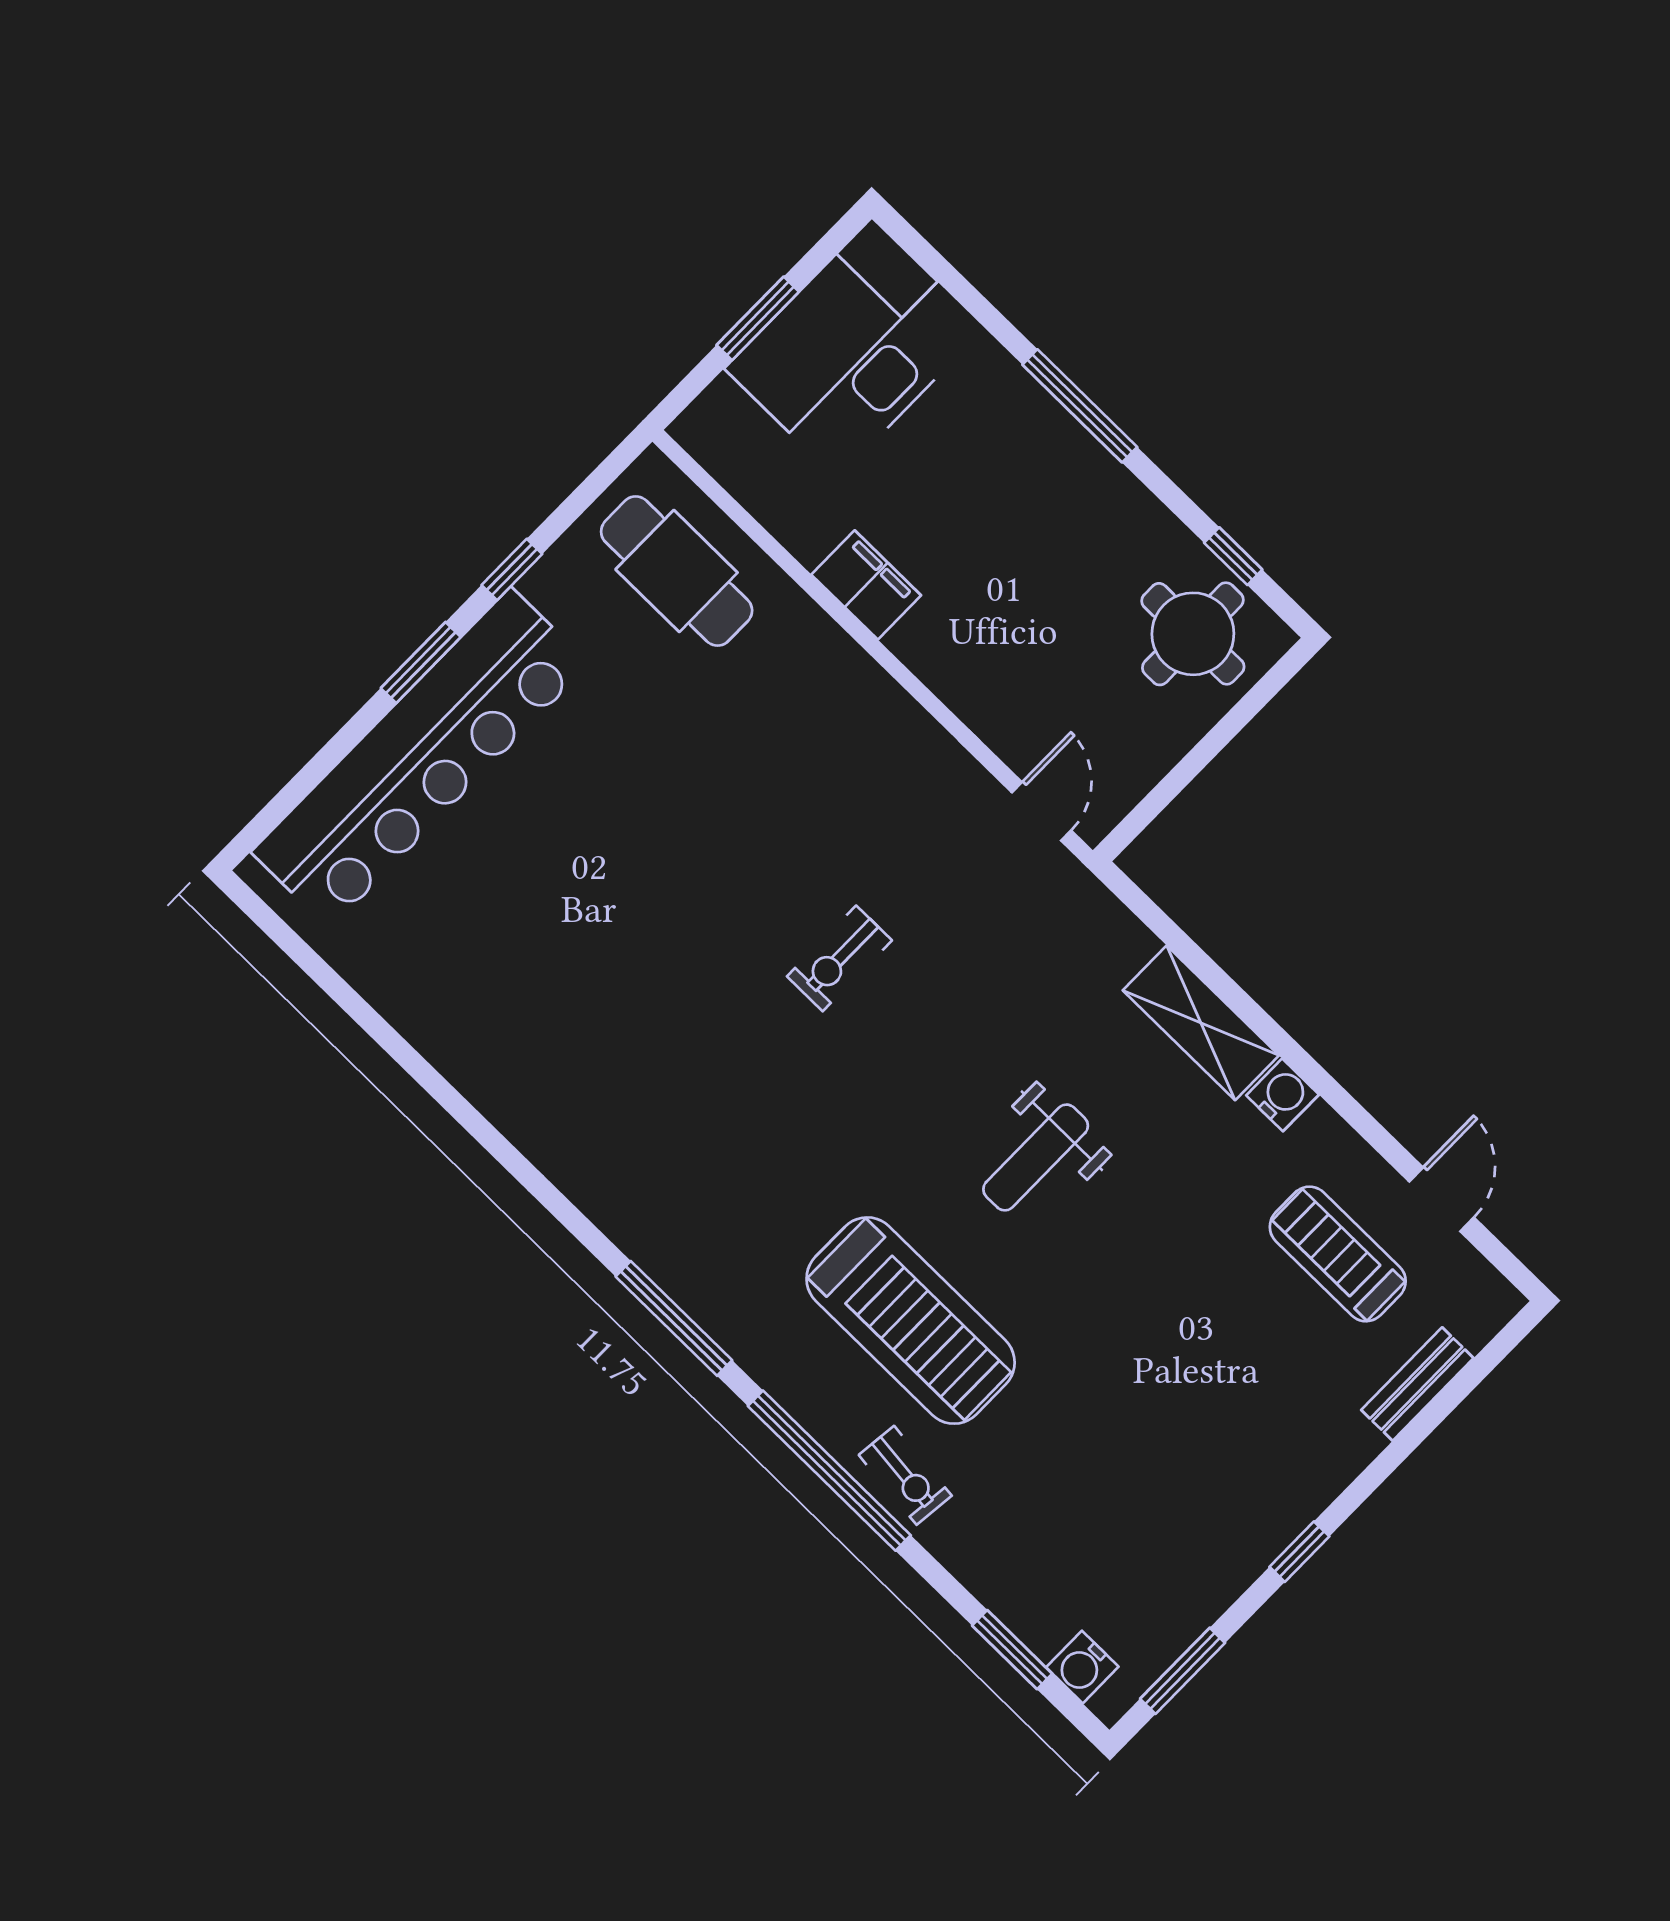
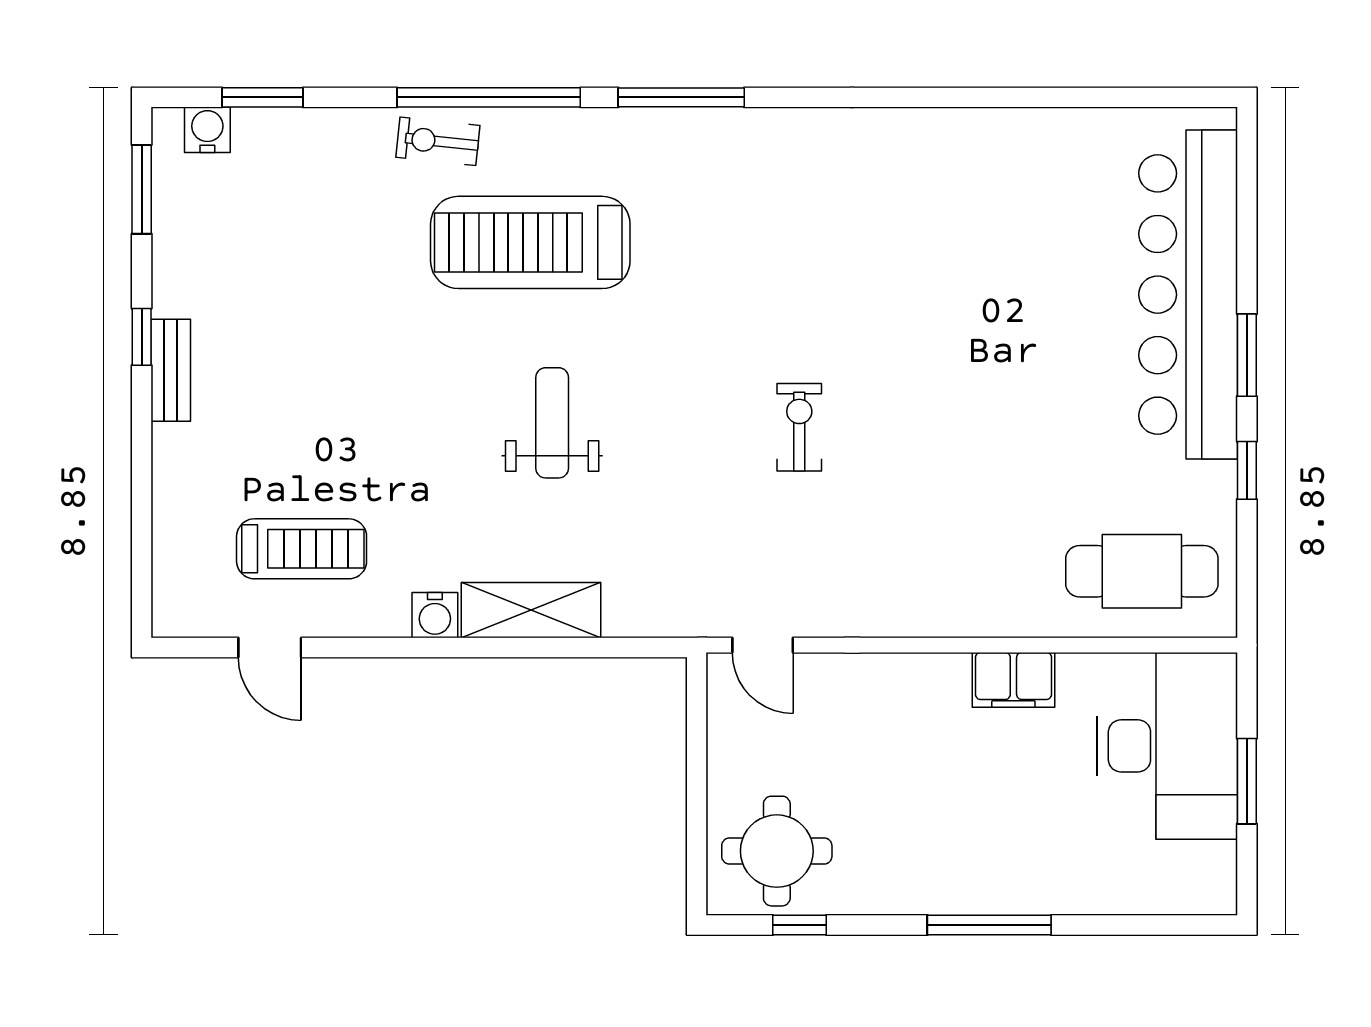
desk: (854, 348) -> (1167, 746), moved
bench: (1417, 1384) -> (171, 370), moved

